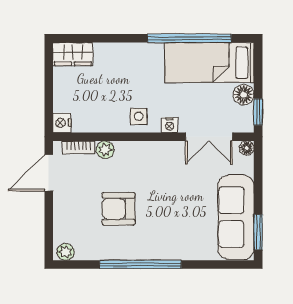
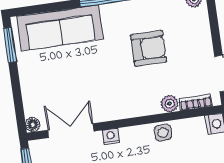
side table: (139, 116) -> (163, 133), moved
sofa: (236, 217) -> (60, 28), moved, turned 90

